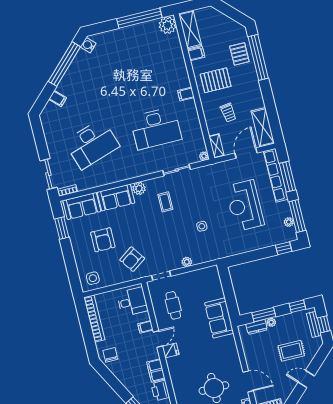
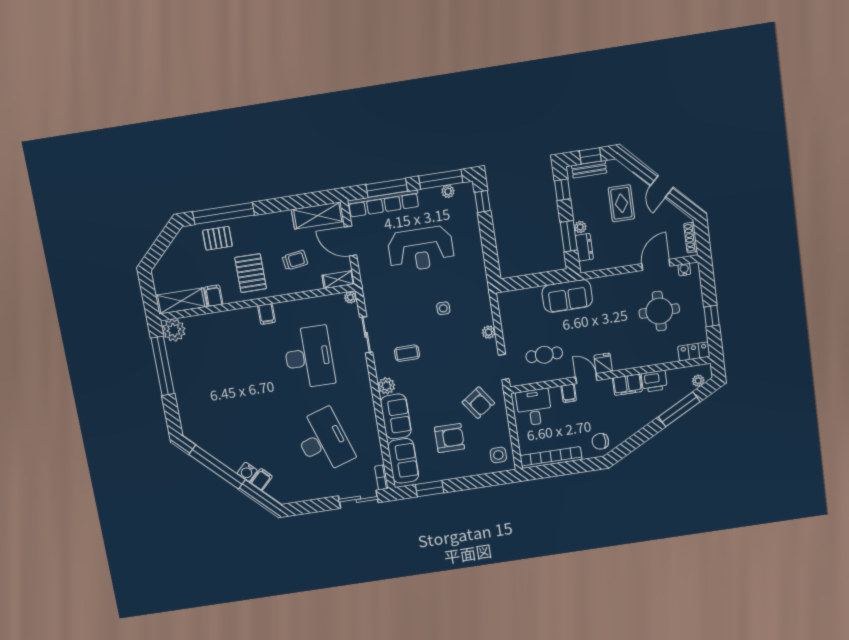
water cooler: (88, 45) -> (247, 472), moved

